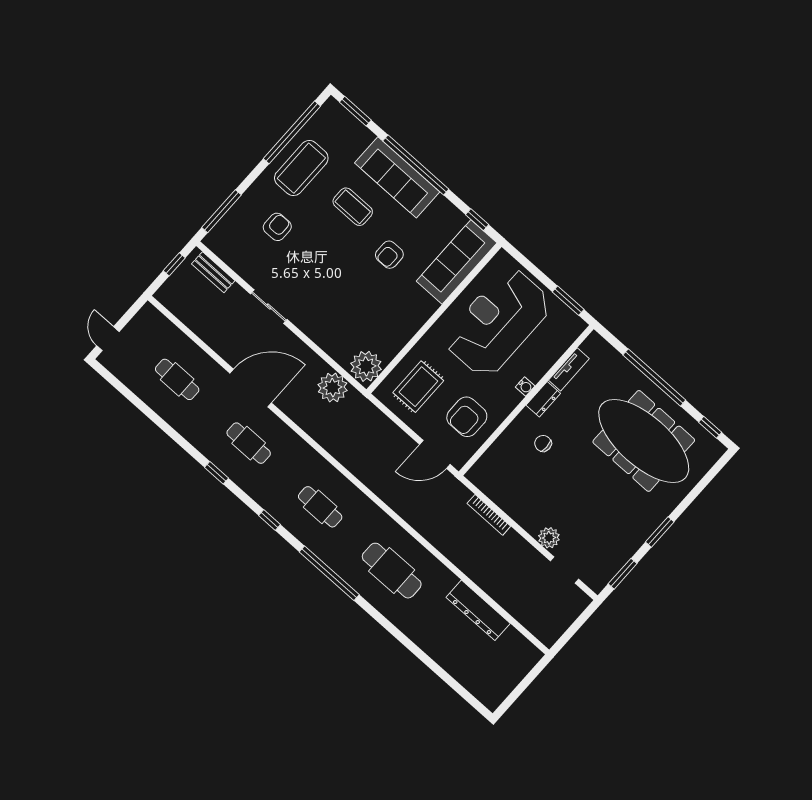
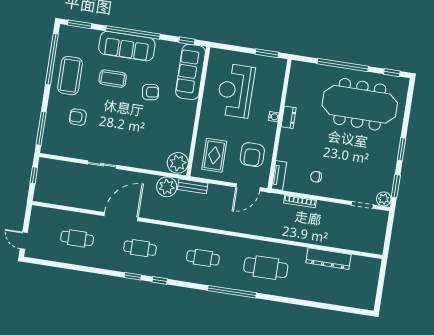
armchair: (277, 227) -> (78, 117), turned -90
armchair: (389, 255) -> (150, 92), turned -98
bench: (213, 272) -> (193, 186), moved
reception desk: (498, 322) -> (236, 91), width x0.74, depth x0.77
tv unit: (569, 369) -> (279, 175), moved
chair: (543, 443) -> (316, 177), moved
window: (269, 520) -> (160, 280), moved
plant: (549, 538) -> (384, 199), moved

